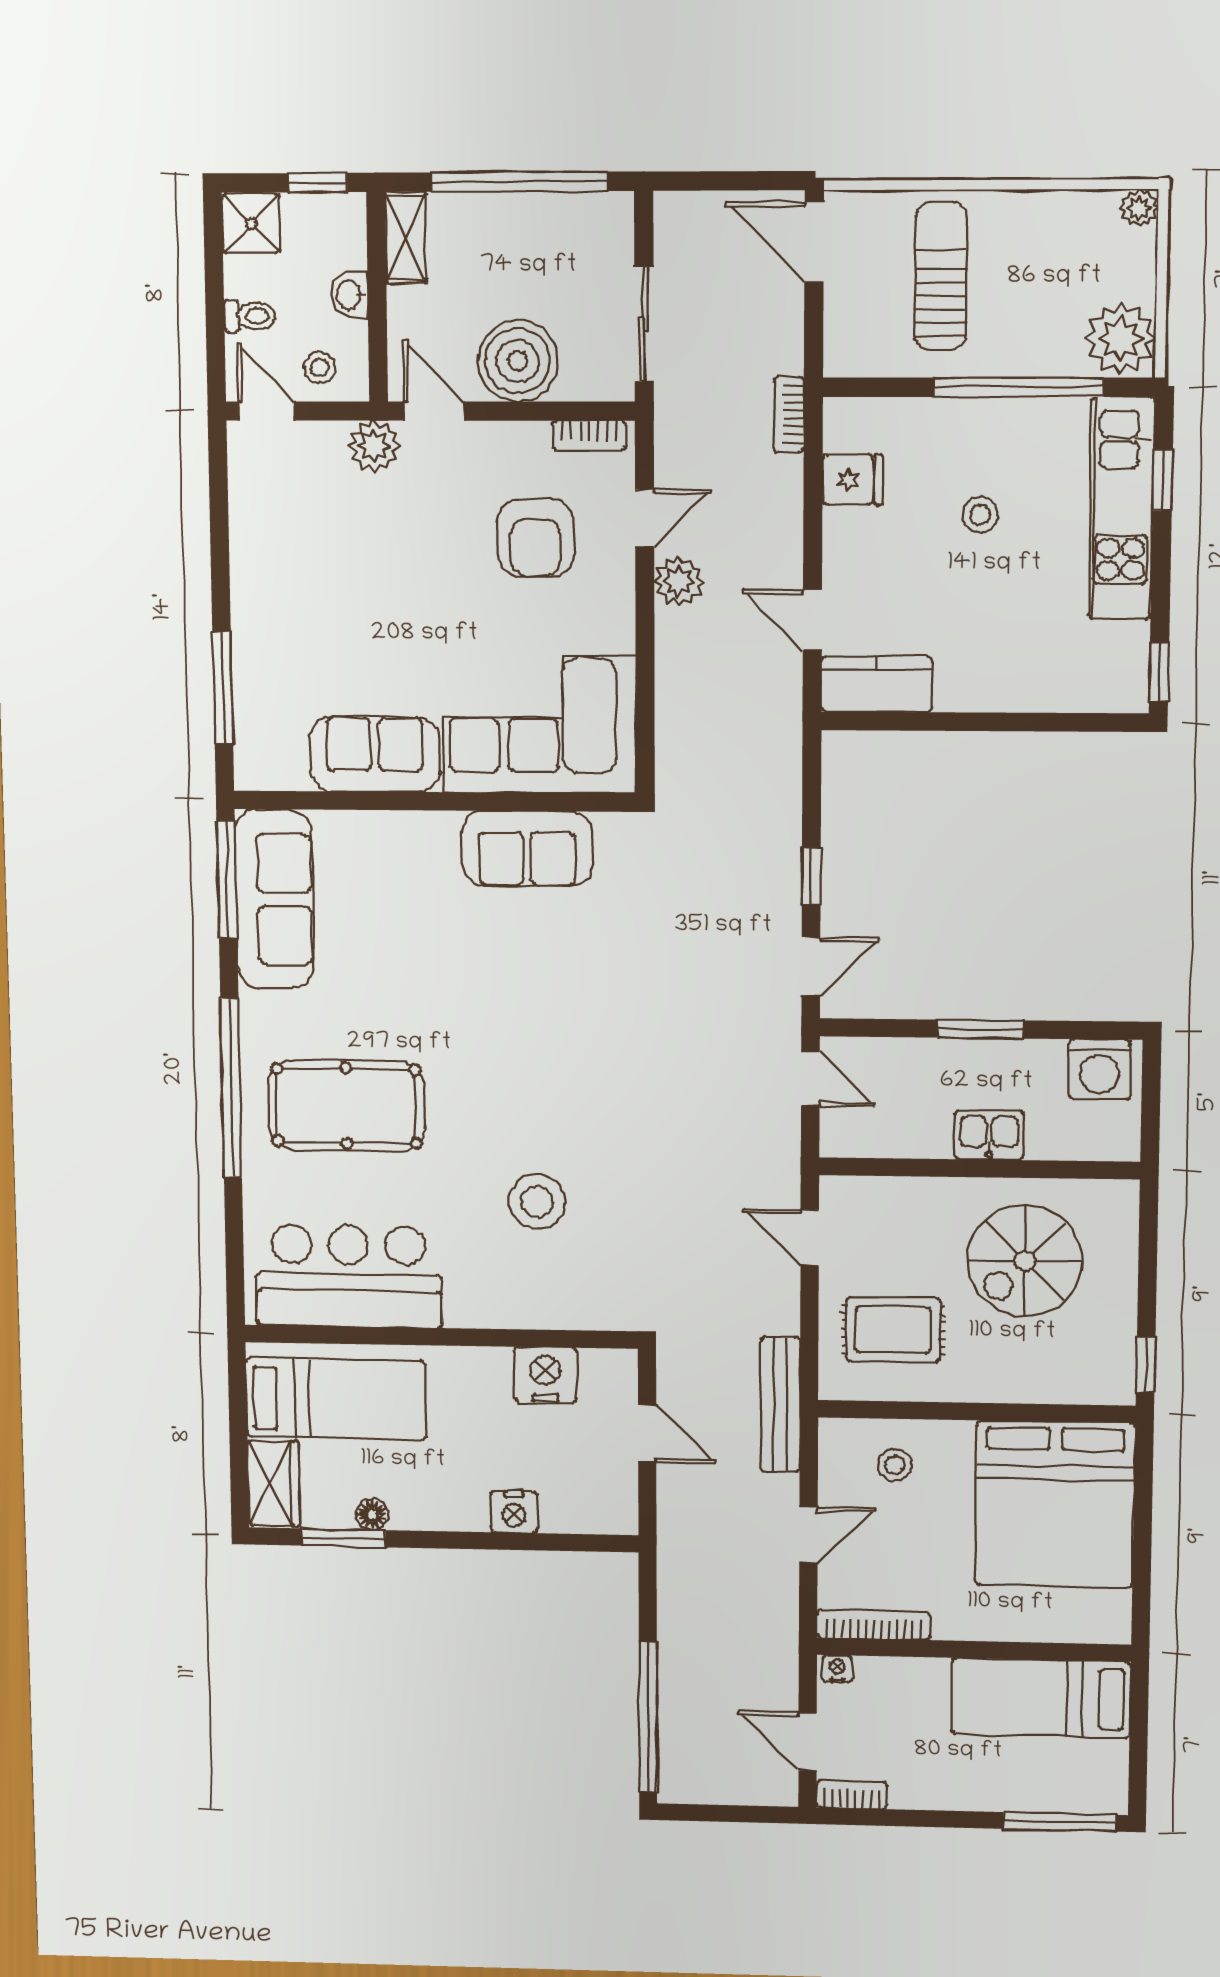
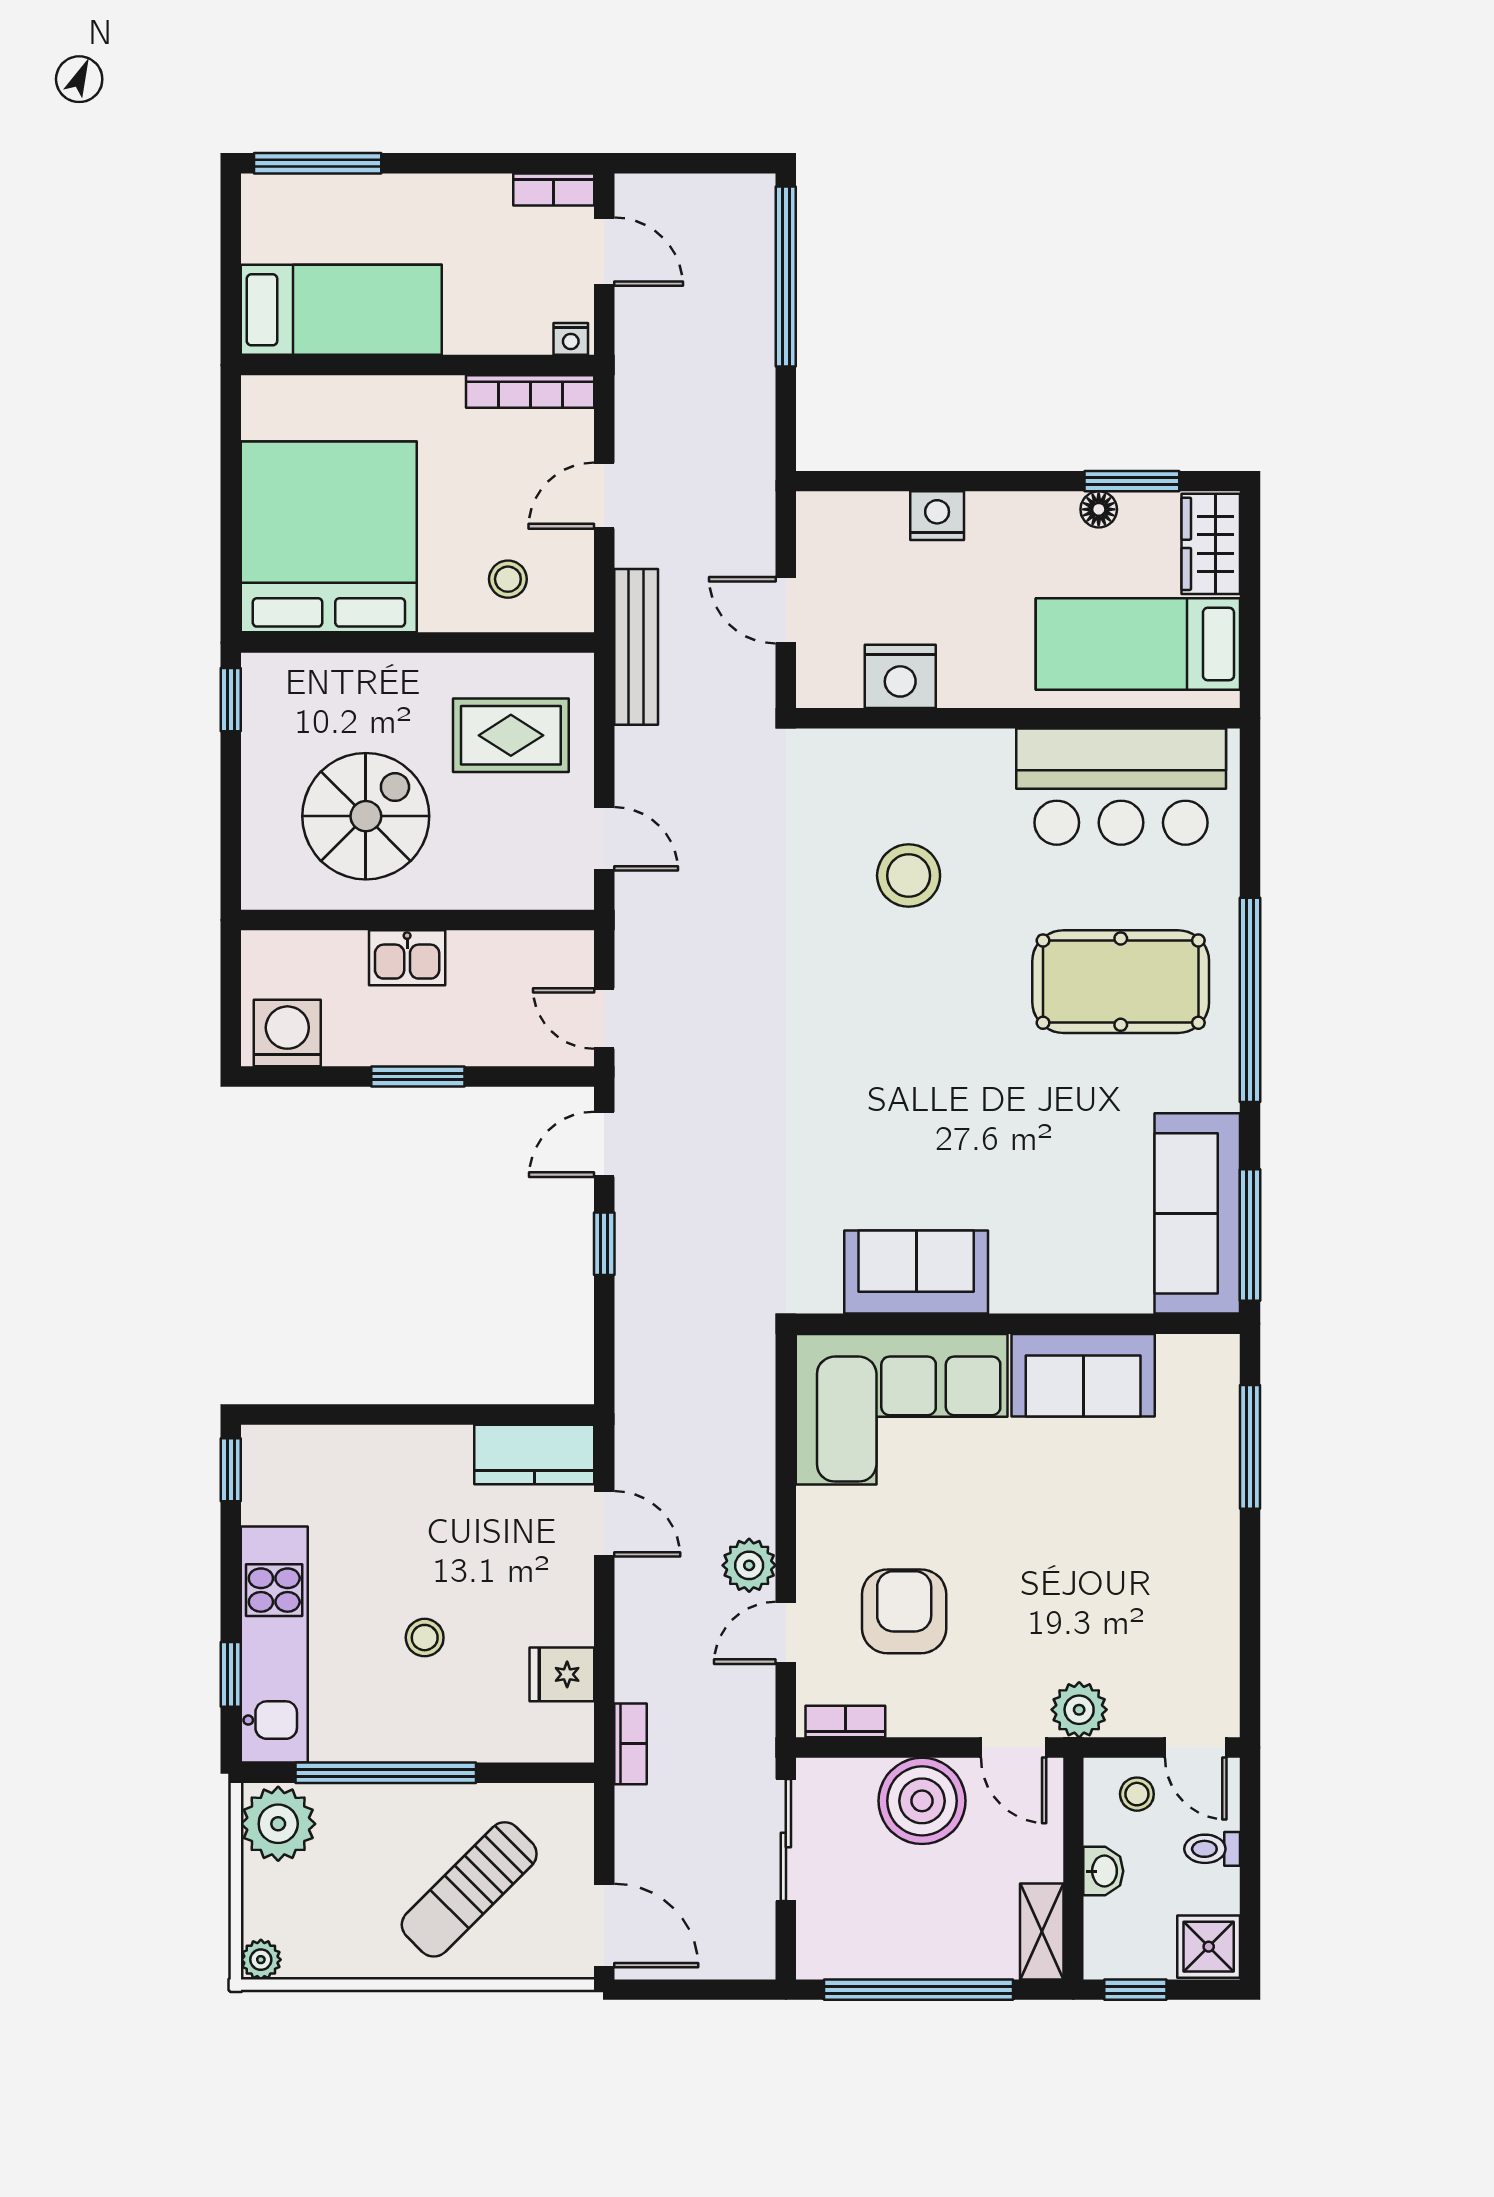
sun lounger: (941, 276) -> (469, 1889), turned 45

